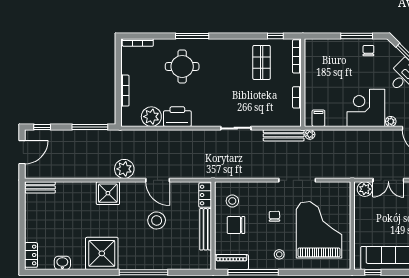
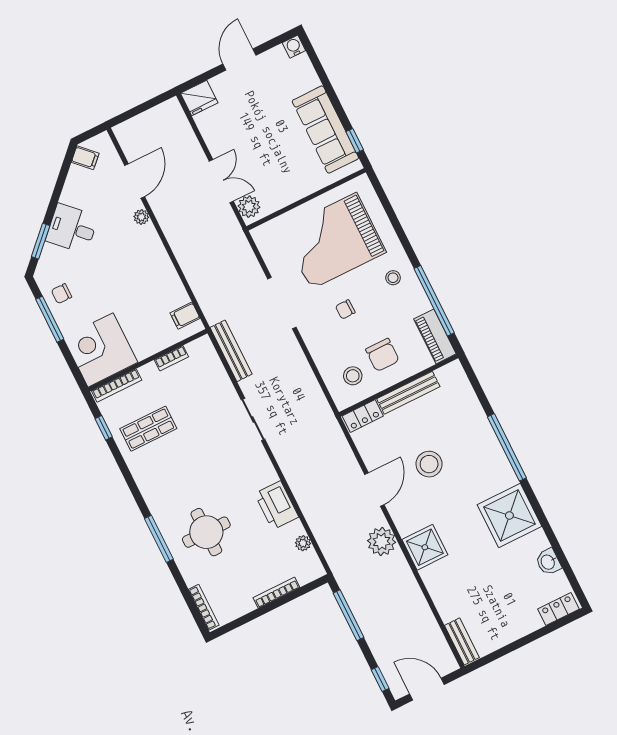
corner desk: (366, 108) -> (101, 350), moved, turned 90
plant: (151, 117) -> (303, 543), width x0.53, depth x0.53
plant: (310, 135) -> (213, 316), removed

